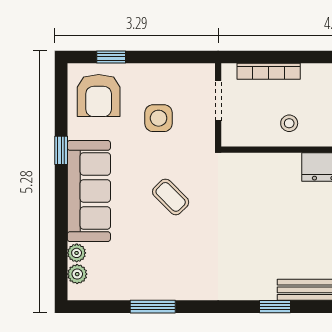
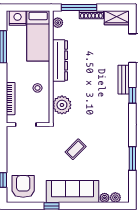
armchair: (99, 96) -> (23, 186), turned -90
side table: (159, 118) -> (35, 155), removed
plant: (256, 171) -> (62, 105), added

